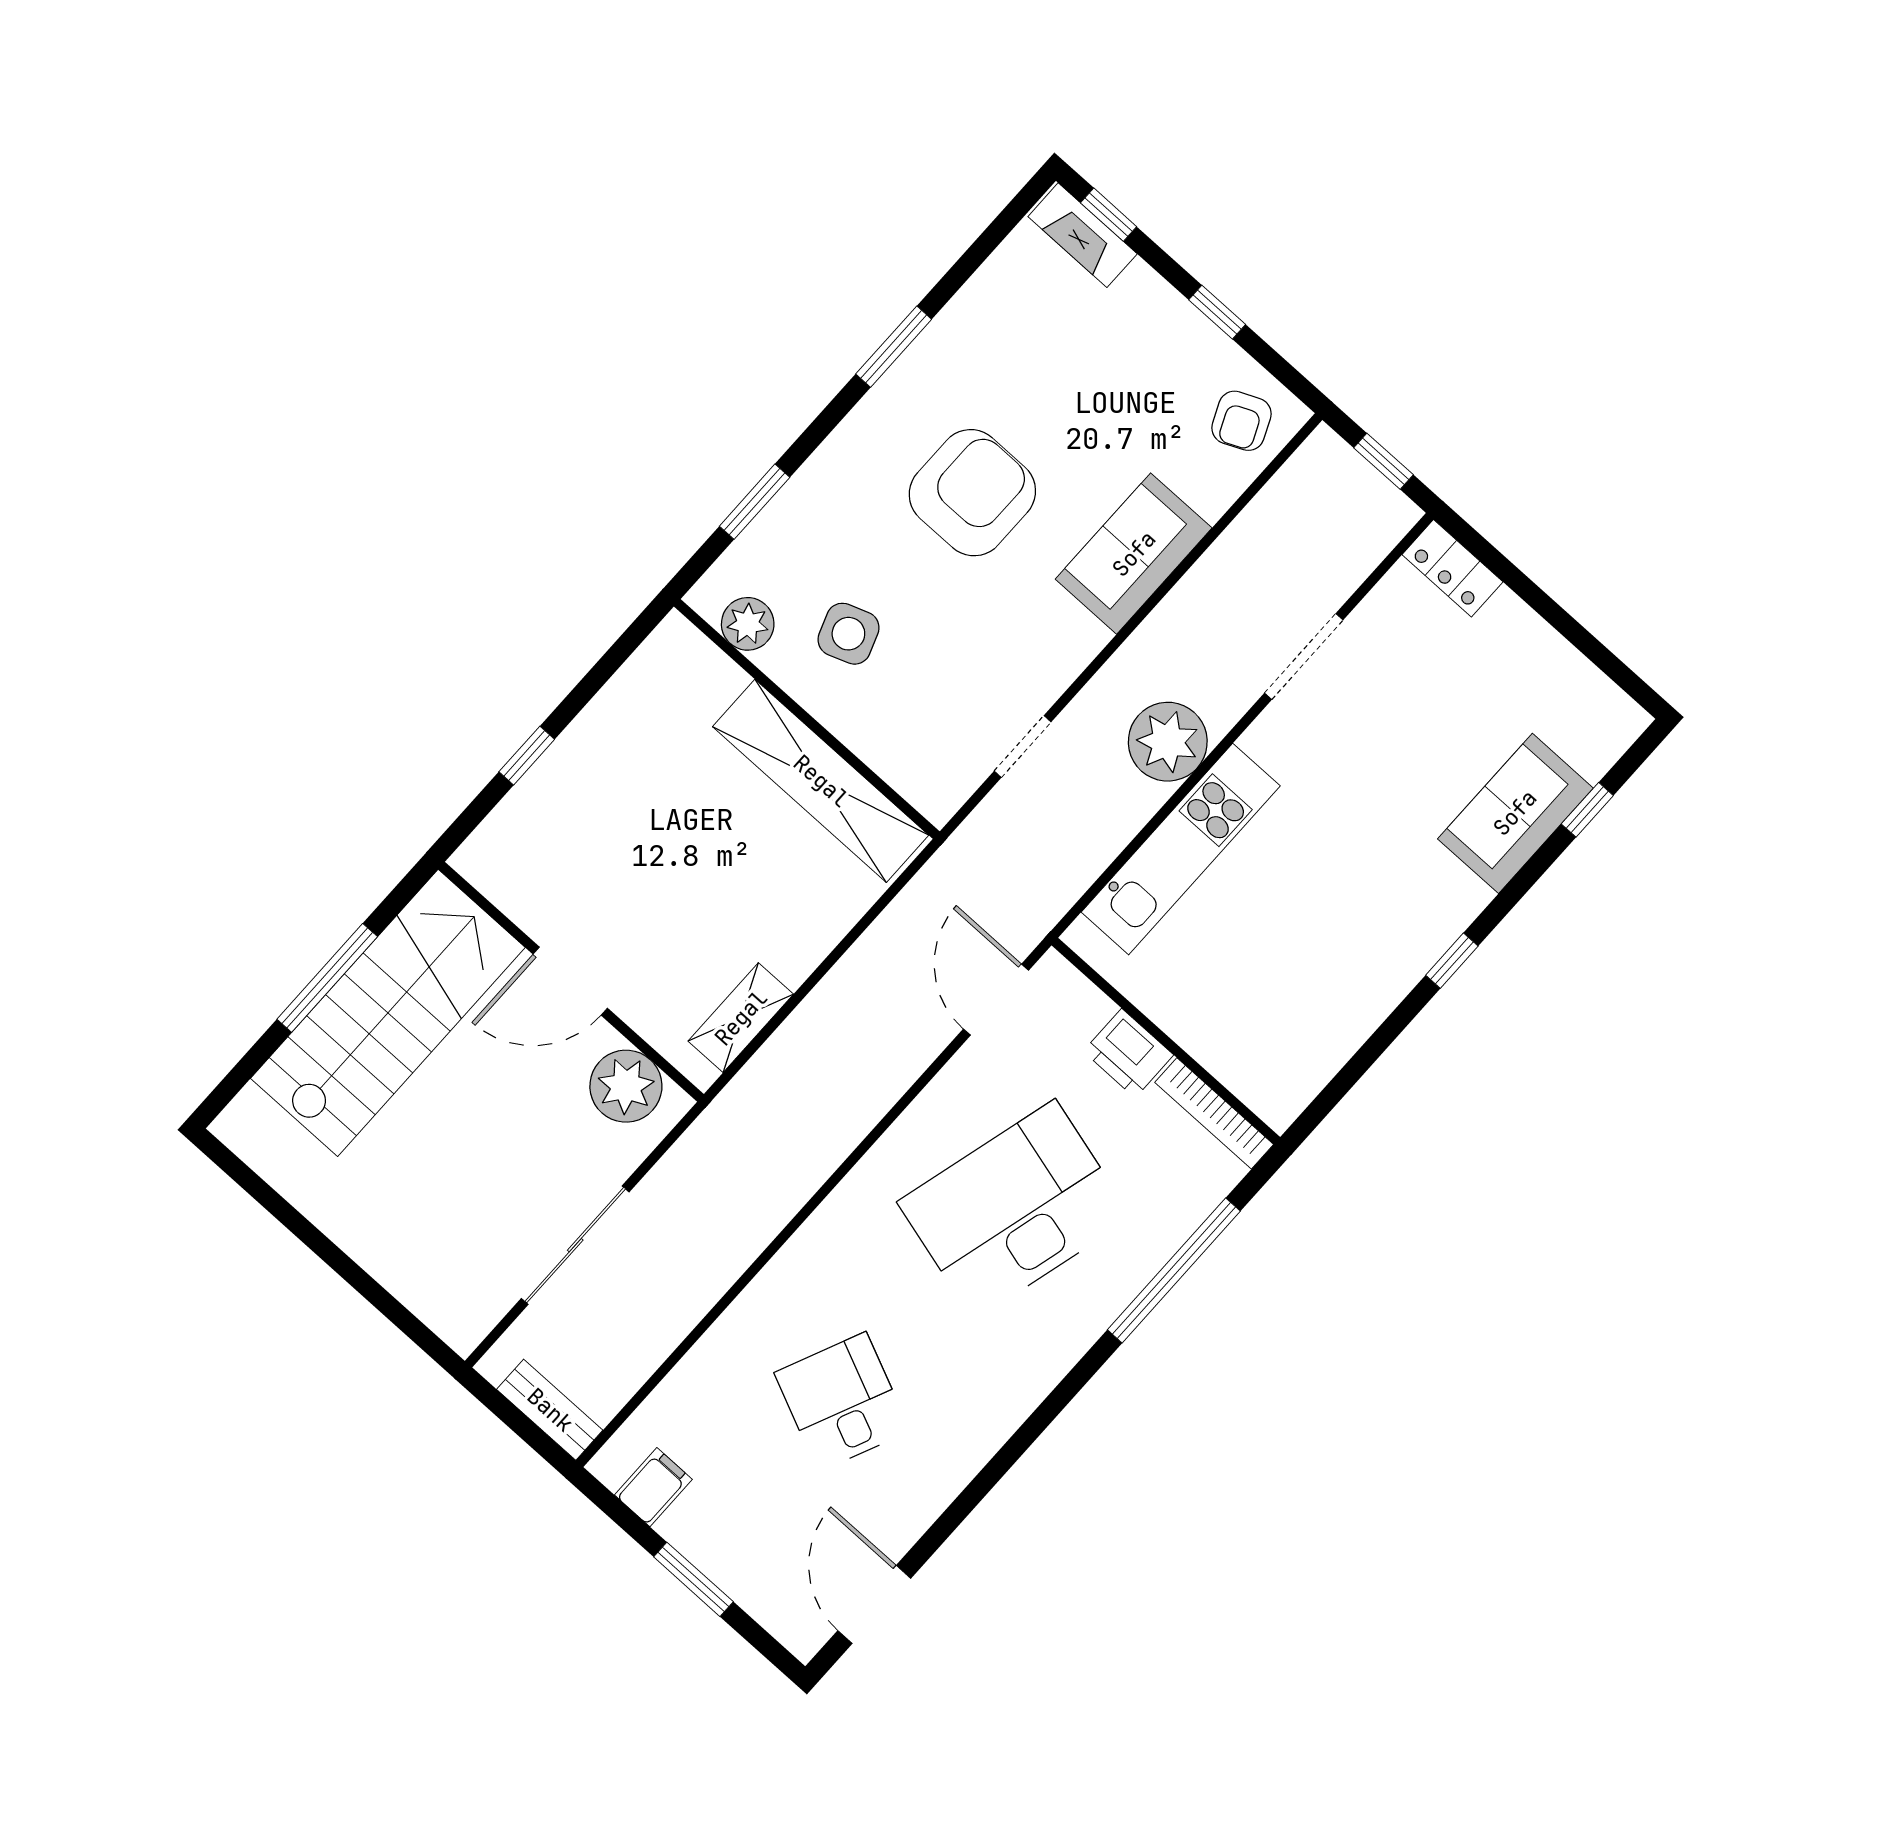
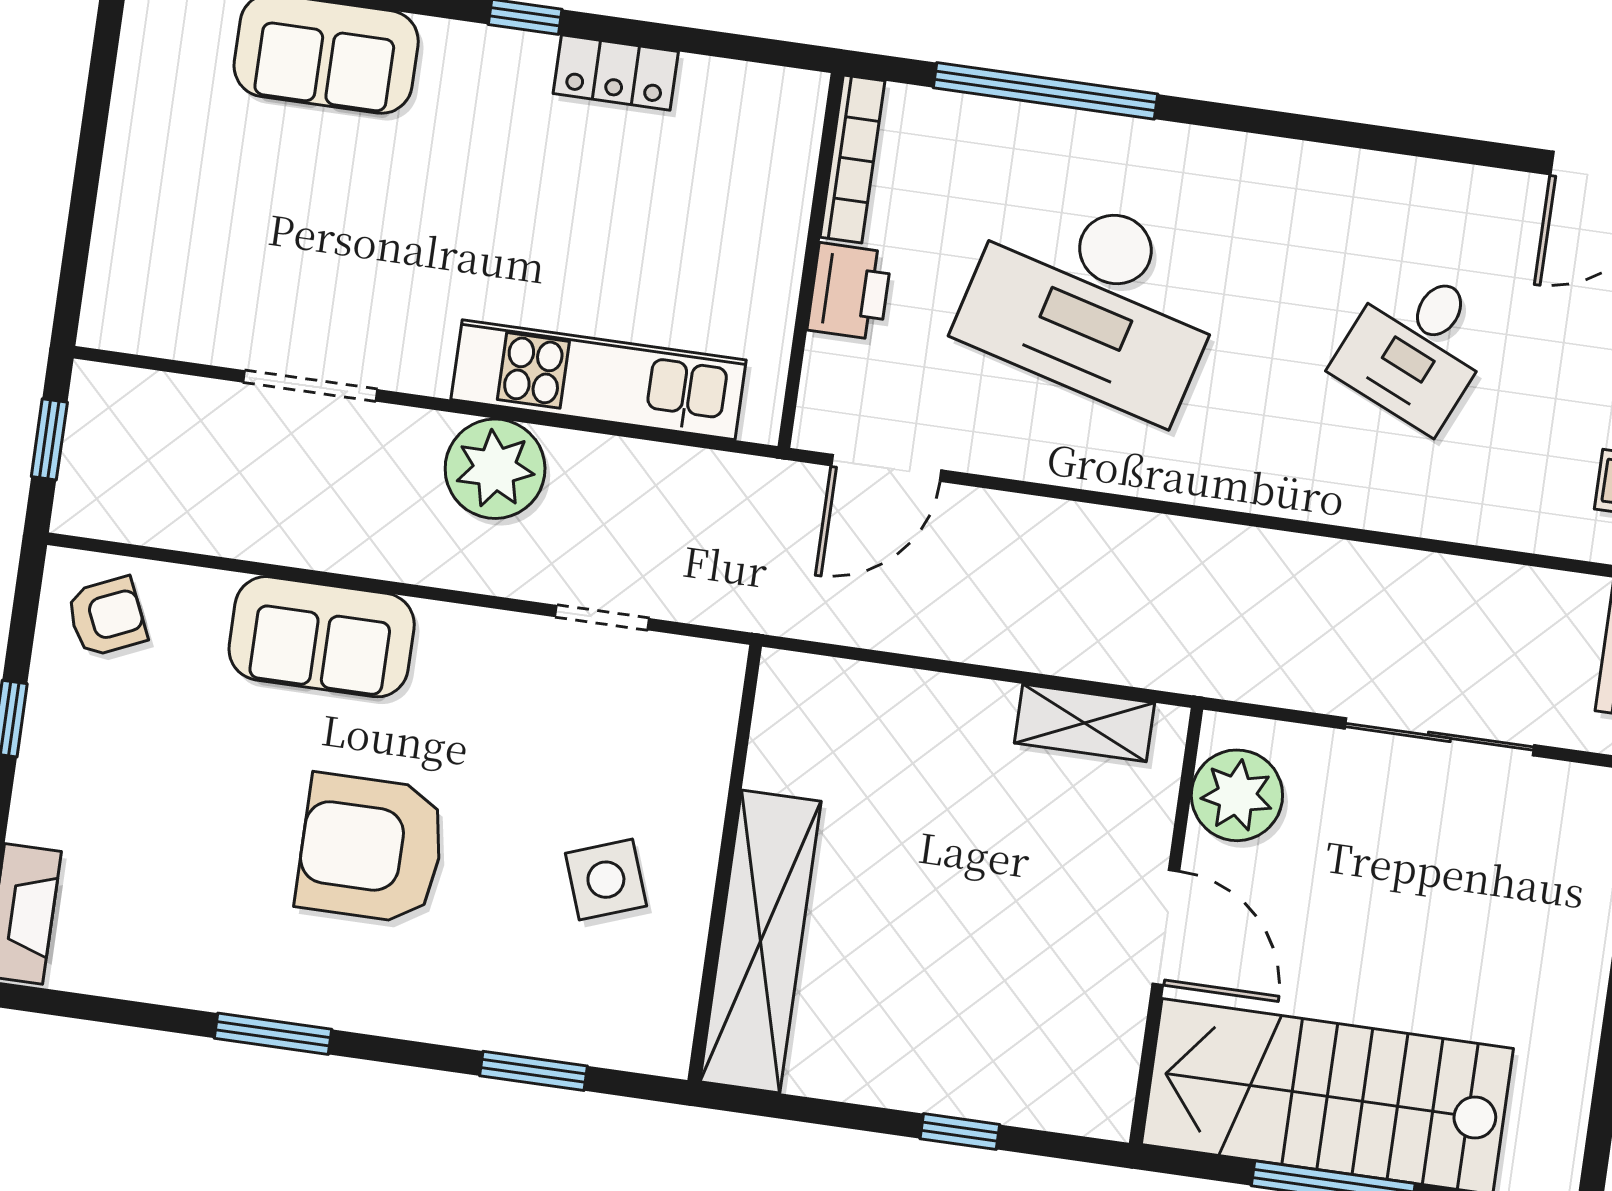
locker: (1452, 568) -> (616, 73), moved, turned 90
plant: (748, 624) -> (666, 992), removed
shelving: (821, 781) -> (761, 941), moved

